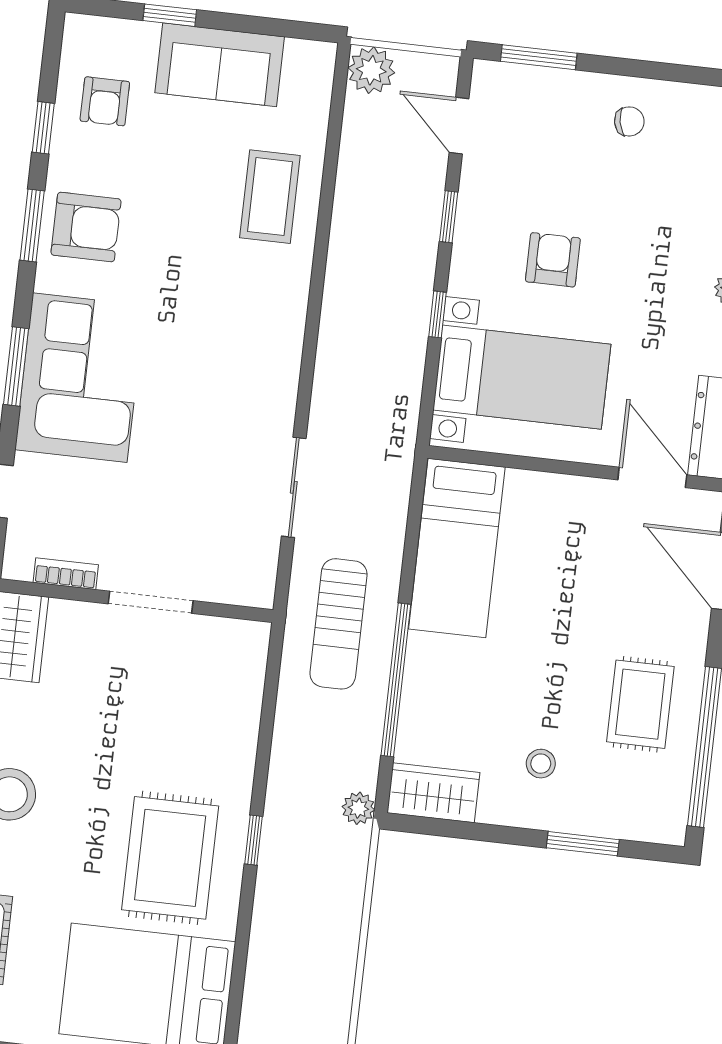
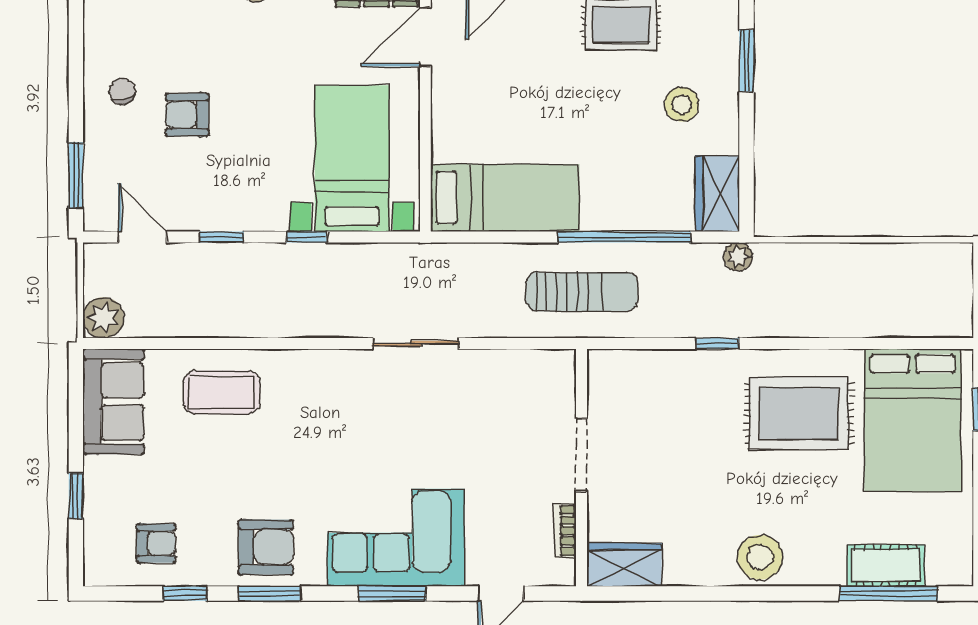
sofa: (220, 65) -> (114, 402), moved
door: (459, 126) -> (142, 237), swing flipped
armchair: (86, 227) -> (266, 547), turned 90
armchair: (553, 260) -> (187, 115), moved
sliding door: (294, 487) -> (416, 343), moved
stool: (541, 764) -> (682, 104), width x1.37, depth x1.37
window: (254, 840) -> (717, 343), moved

